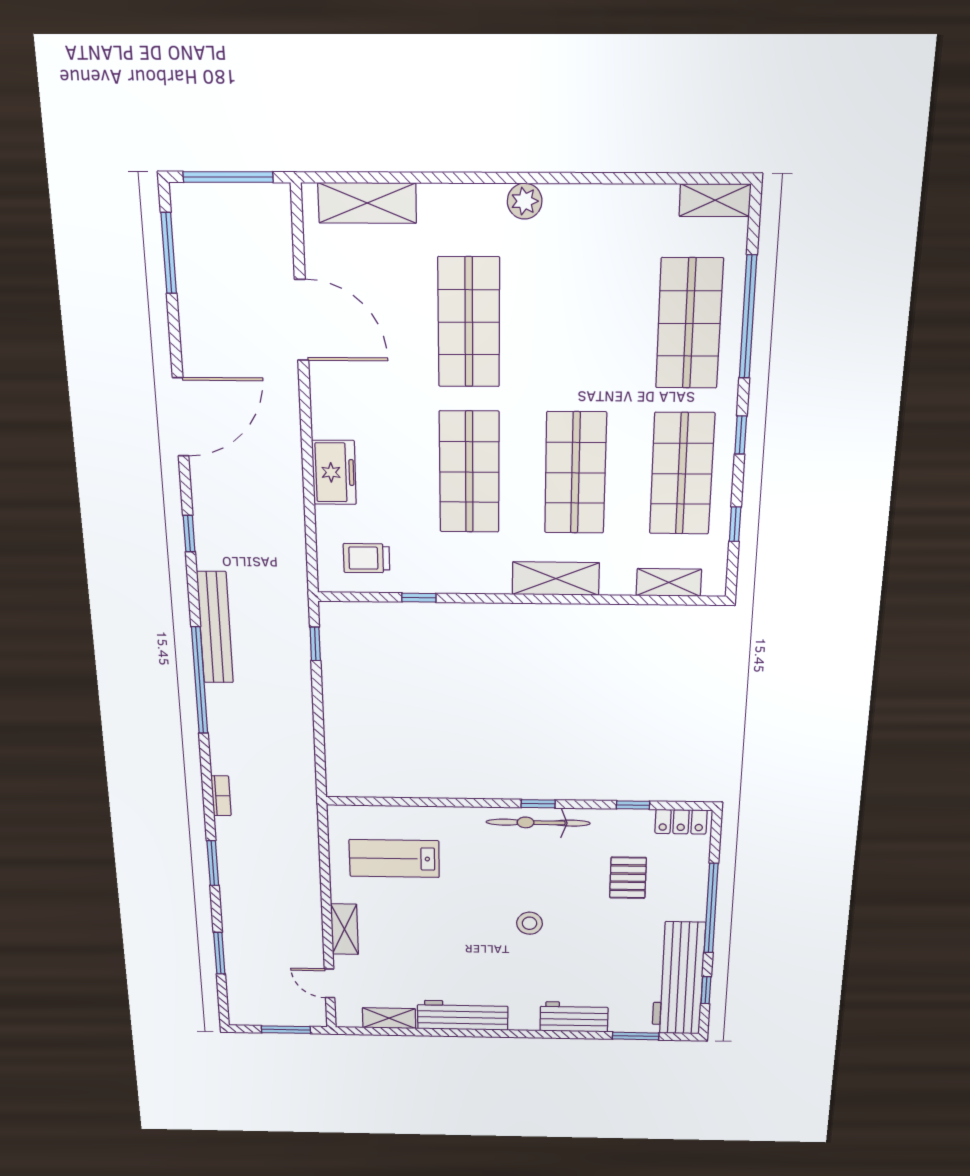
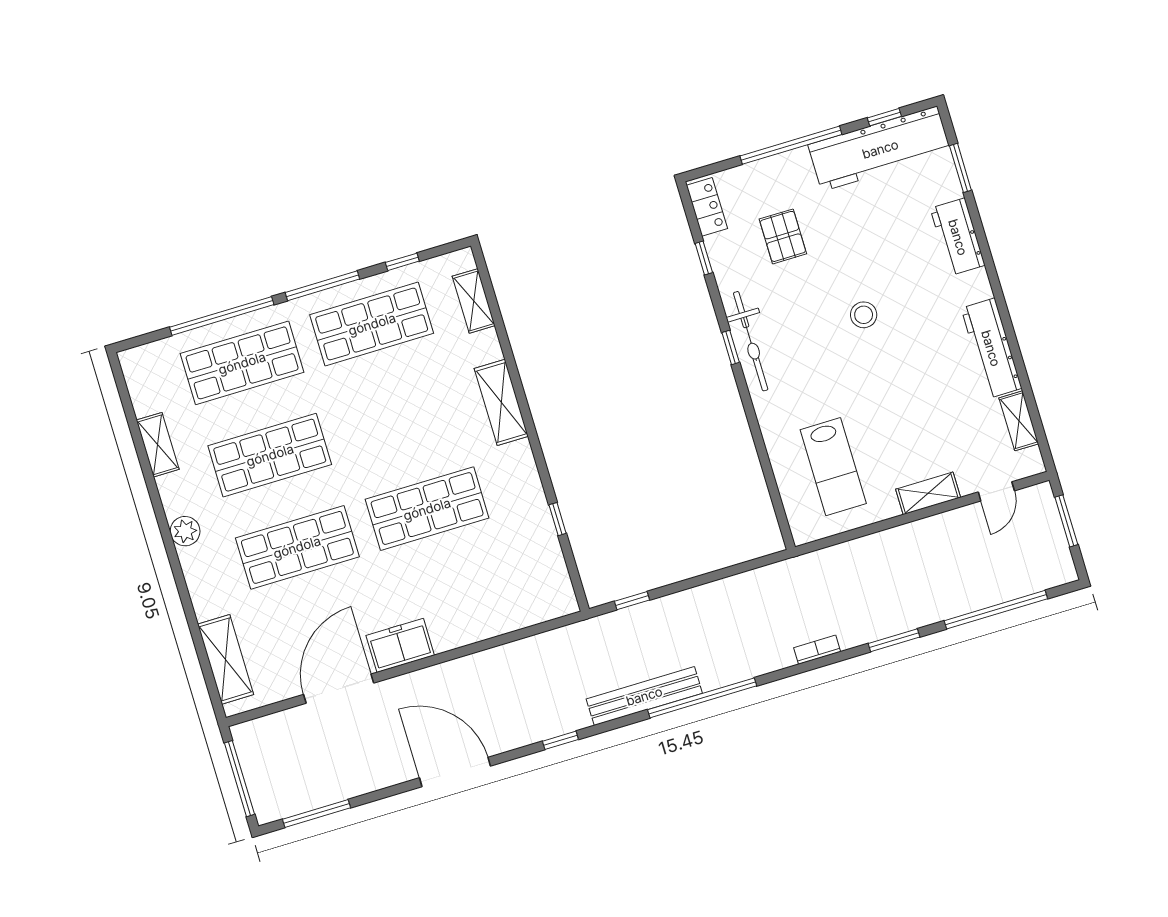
shelving: (715, 200) -> (158, 445), moved
window: (741, 435) -> (322, 286), width x2.17
freezer: (334, 472) -> (400, 645), moved
shop shelf: (575, 473) -> (270, 455), moved
trolley: (367, 558) -> (534, 576), removed
pallet: (628, 878) -> (783, 236), turned 90
window: (219, 953) -> (996, 610), width x2.11

